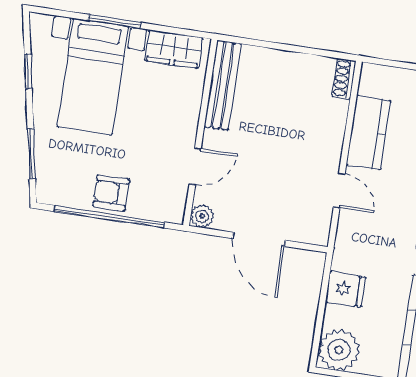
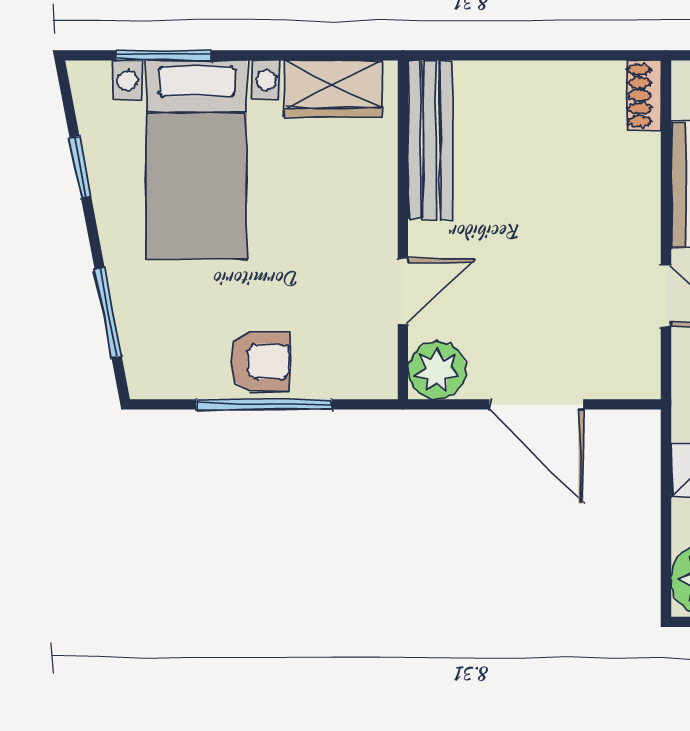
window: (114, 21) -> (164, 55), moved
armchair: (111, 193) -> (260, 361), turned 180
plant: (202, 216) -> (437, 370), width x1.38, depth x1.38
window: (109, 217) -> (264, 404), width x0.68

